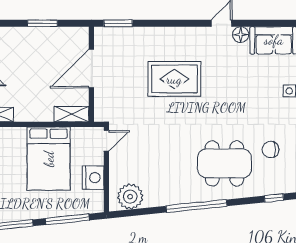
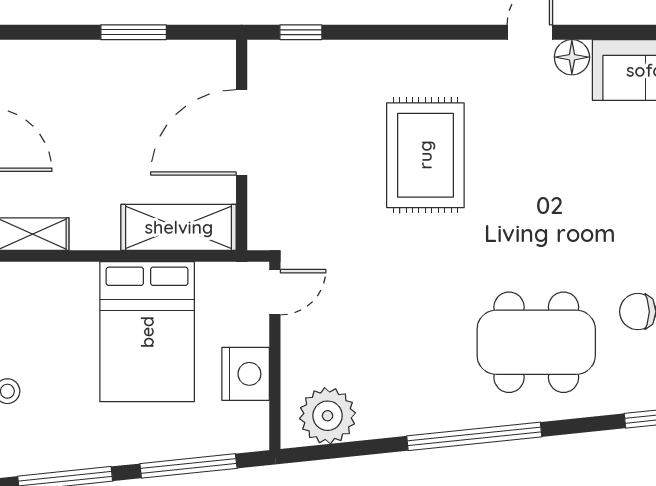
window: (118, 23) -> (301, 32), width x0.67
rug: (174, 79) -> (425, 155), turned 90
shelving: (71, 114) -> (179, 227), width x1.50, depth x1.33

